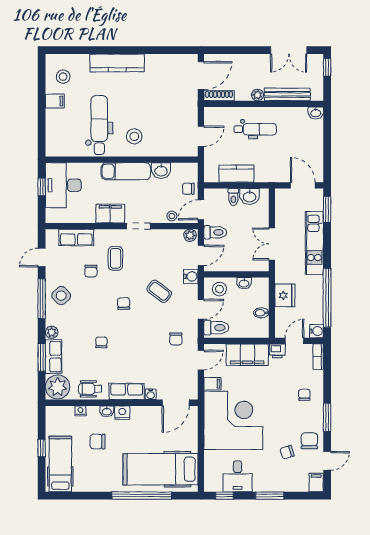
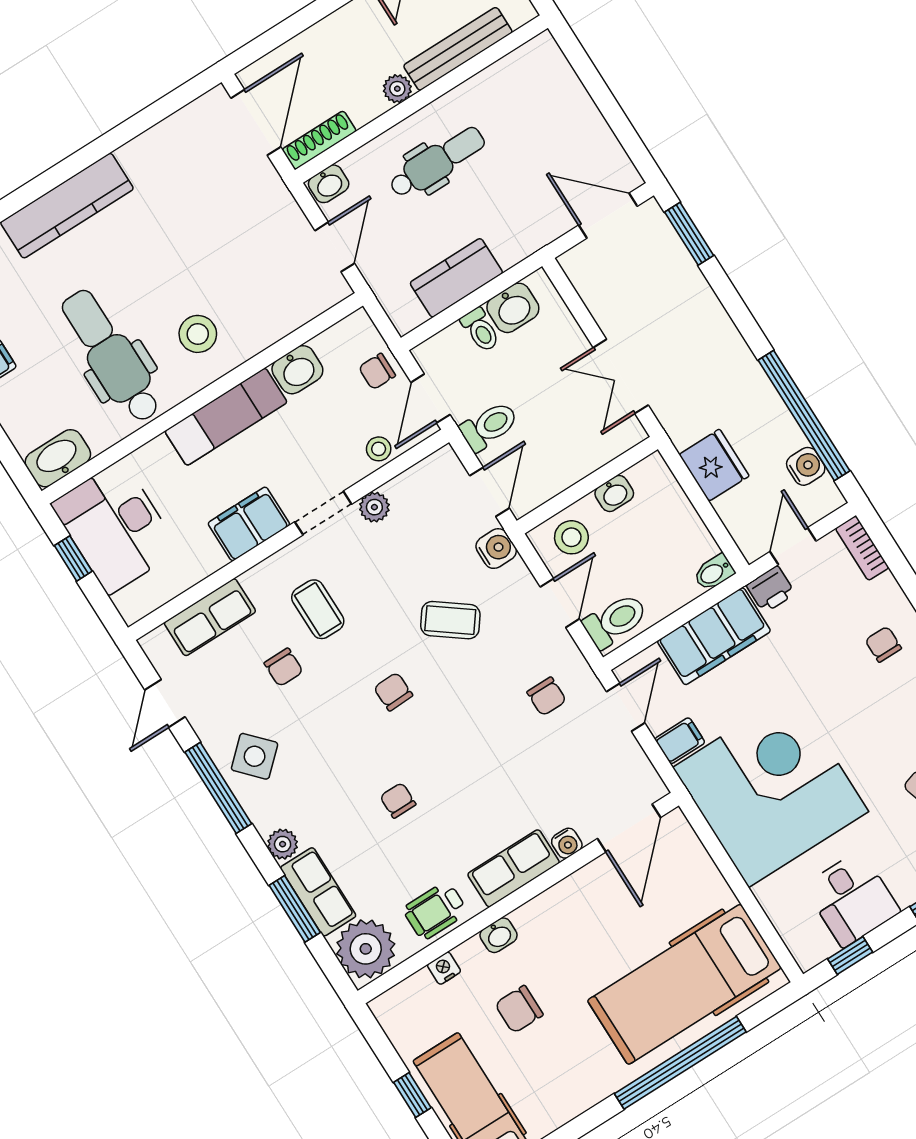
washbasin: (316, 113) -> (329, 184), moved
washbasin: (58, 149) -> (58, 458), added
plant: (190, 235) -> (374, 507), moved
kitchen unit: (314, 243) -> (707, 319), removed
bidet: (261, 313) -> (714, 573), moved
water cooler: (316, 331) -> (806, 466), moved
nightstand: (122, 413) -> (532, 918), removed

